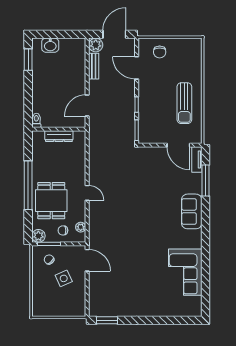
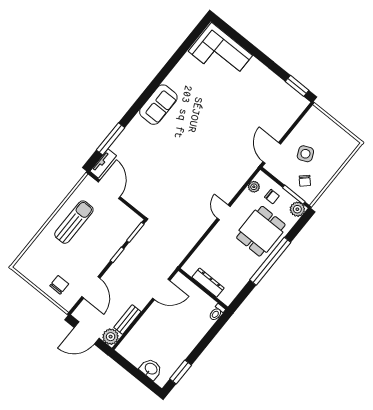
sofa: (192, 211) -> (158, 105), moved
corner sofa: (185, 272) -> (220, 53), moved, turned 90

